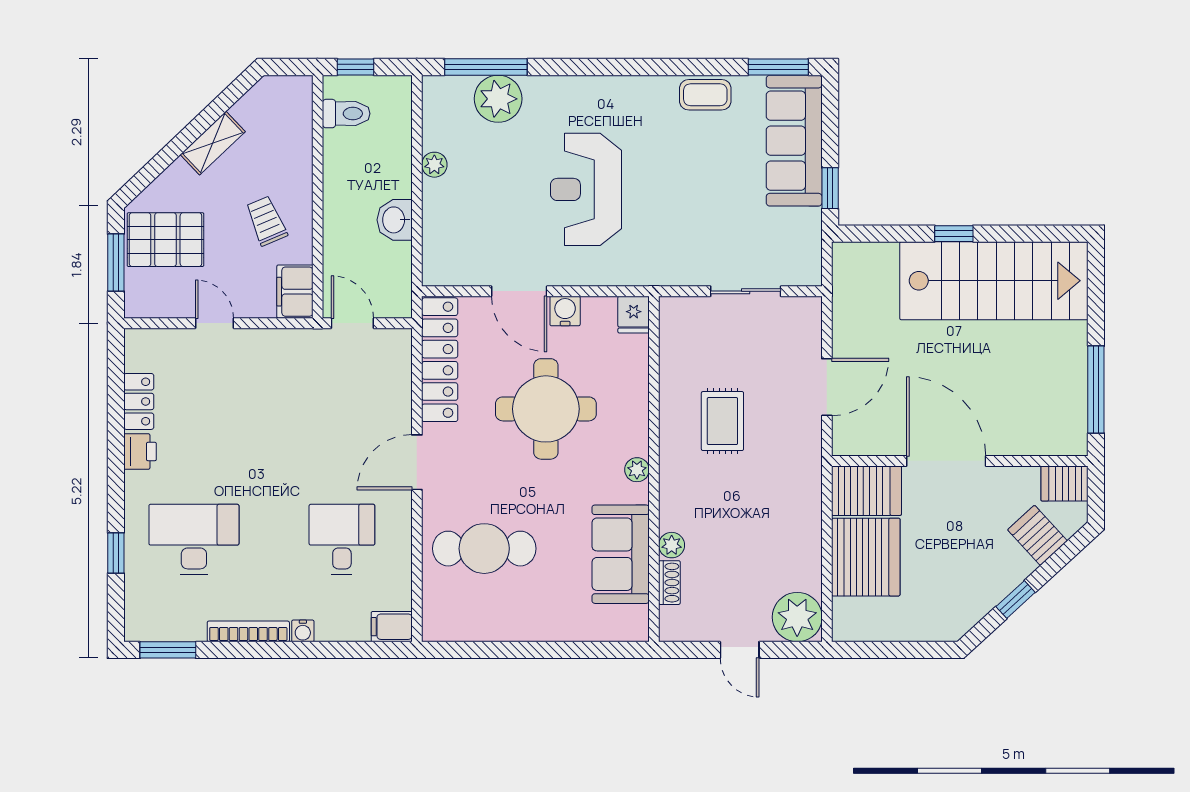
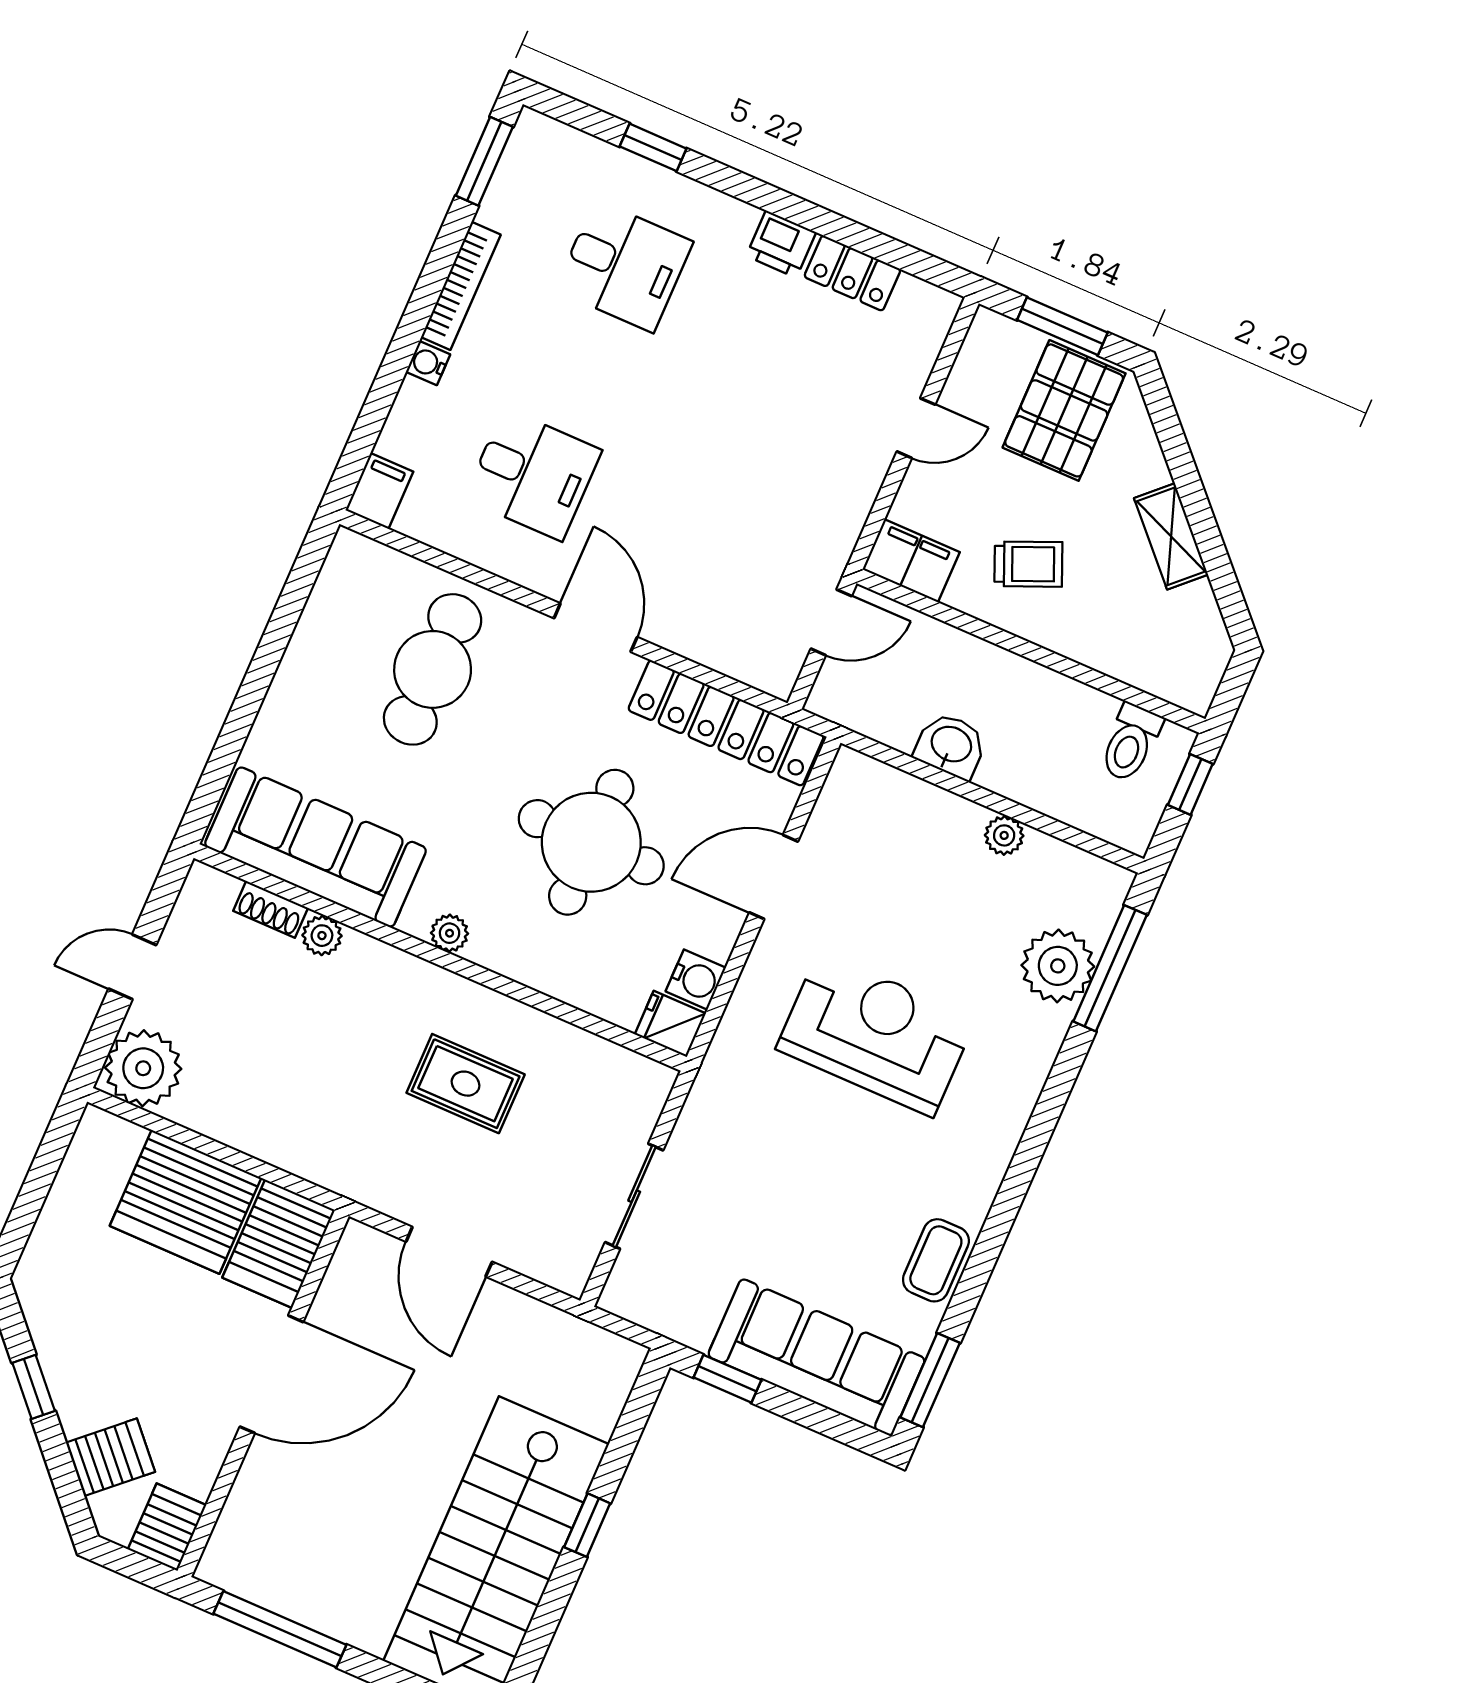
water cooler: (565, 311) -> (696, 980), moved
desk: (194, 539) -> (624, 266), width x0.73
sofa: (621, 554) -> (316, 847), width x1.36

